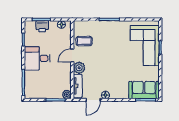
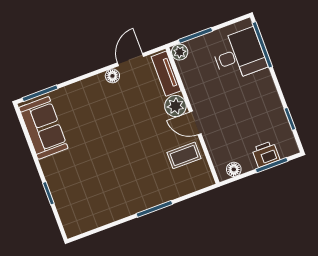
corner sofa: (145, 46) -> (76, 187), removed
door: (72, 55) -> (195, 123), swing flipped
desk: (37, 58) -> (239, 55), moved
sofa: (144, 90) -> (43, 128), moved, turned -90

